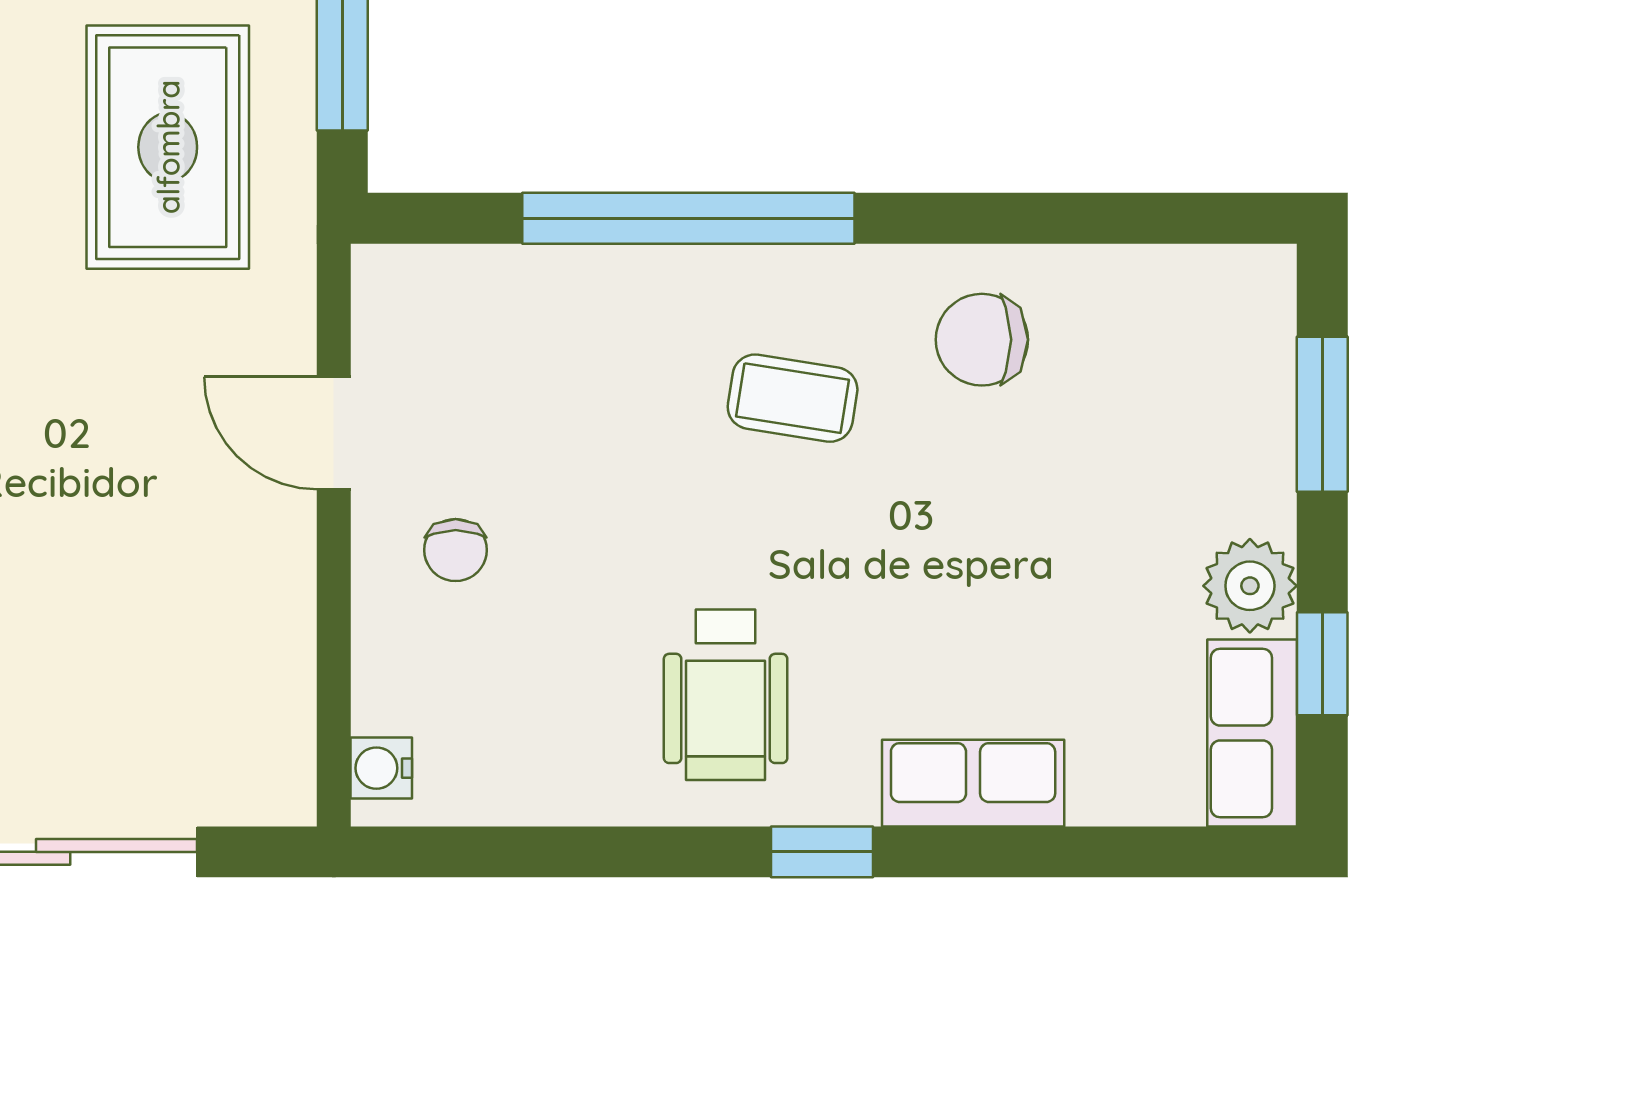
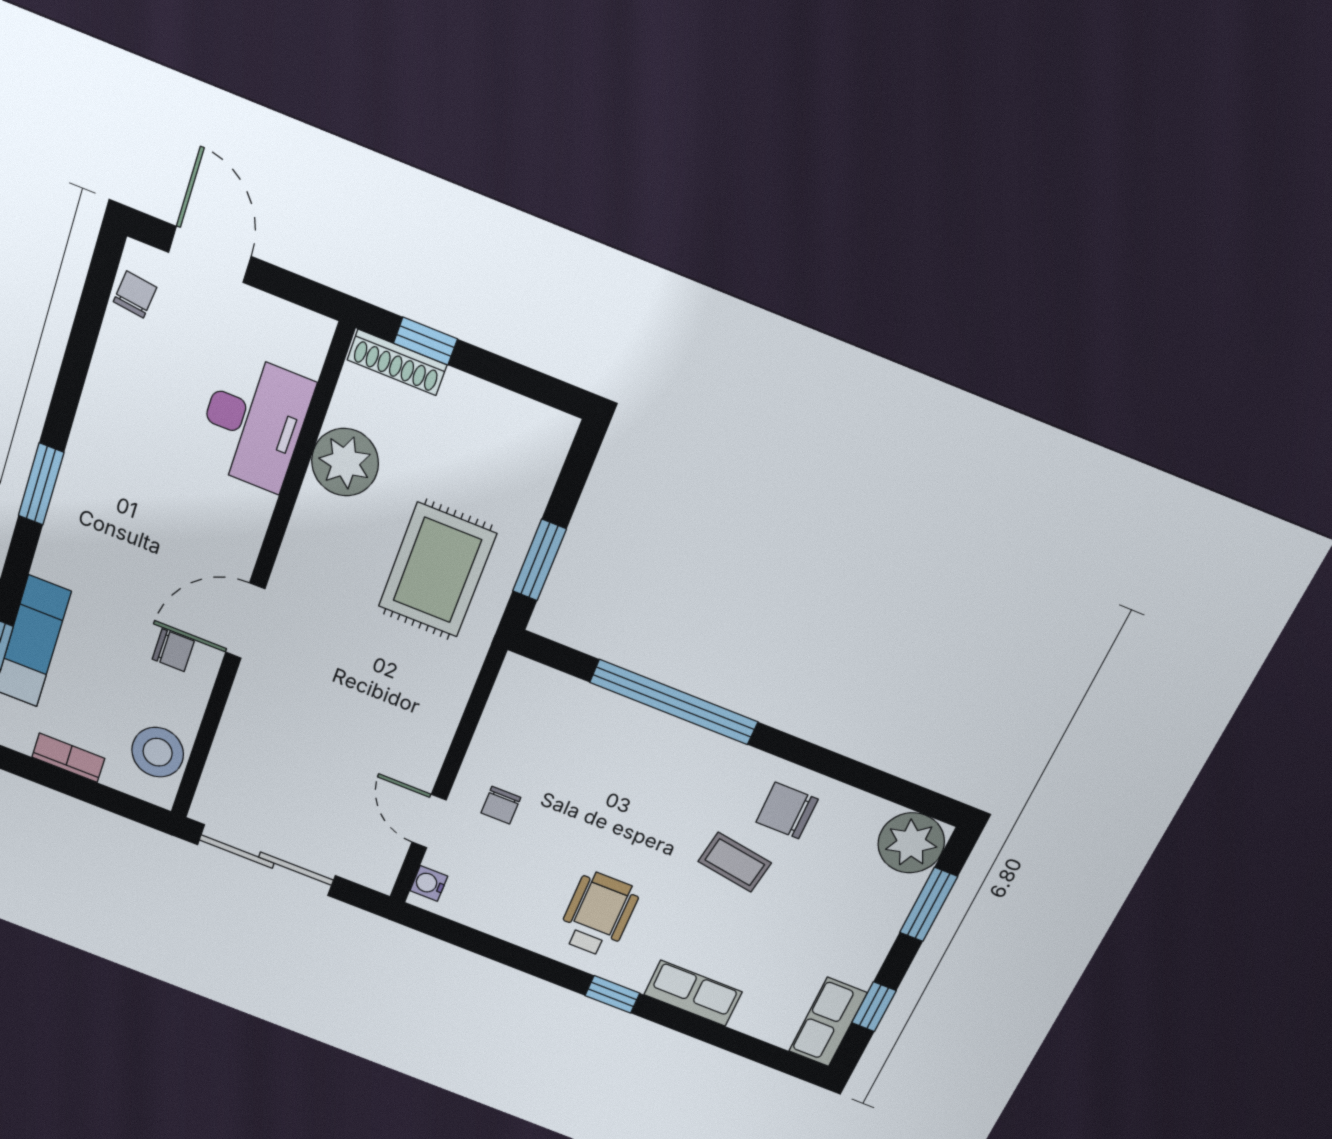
coffee table: (793, 398) -> (735, 862), moved
door: (334, 433) -> (429, 821), moved
plant: (1250, 586) -> (911, 843), moved, width x1.36, depth x1.36
wheelchair: (726, 695) -> (598, 914), turned 180

